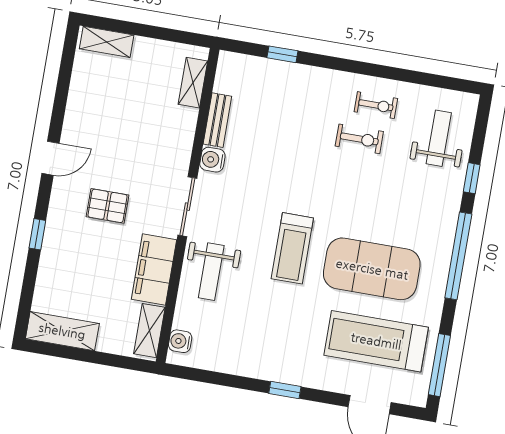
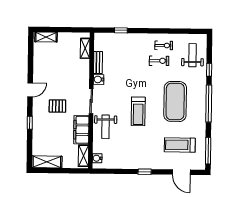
exercise mat: (372, 269) -> (175, 101), moved, turned 90
treadmill: (376, 341) -> (180, 145), width x0.73, depth x0.73

